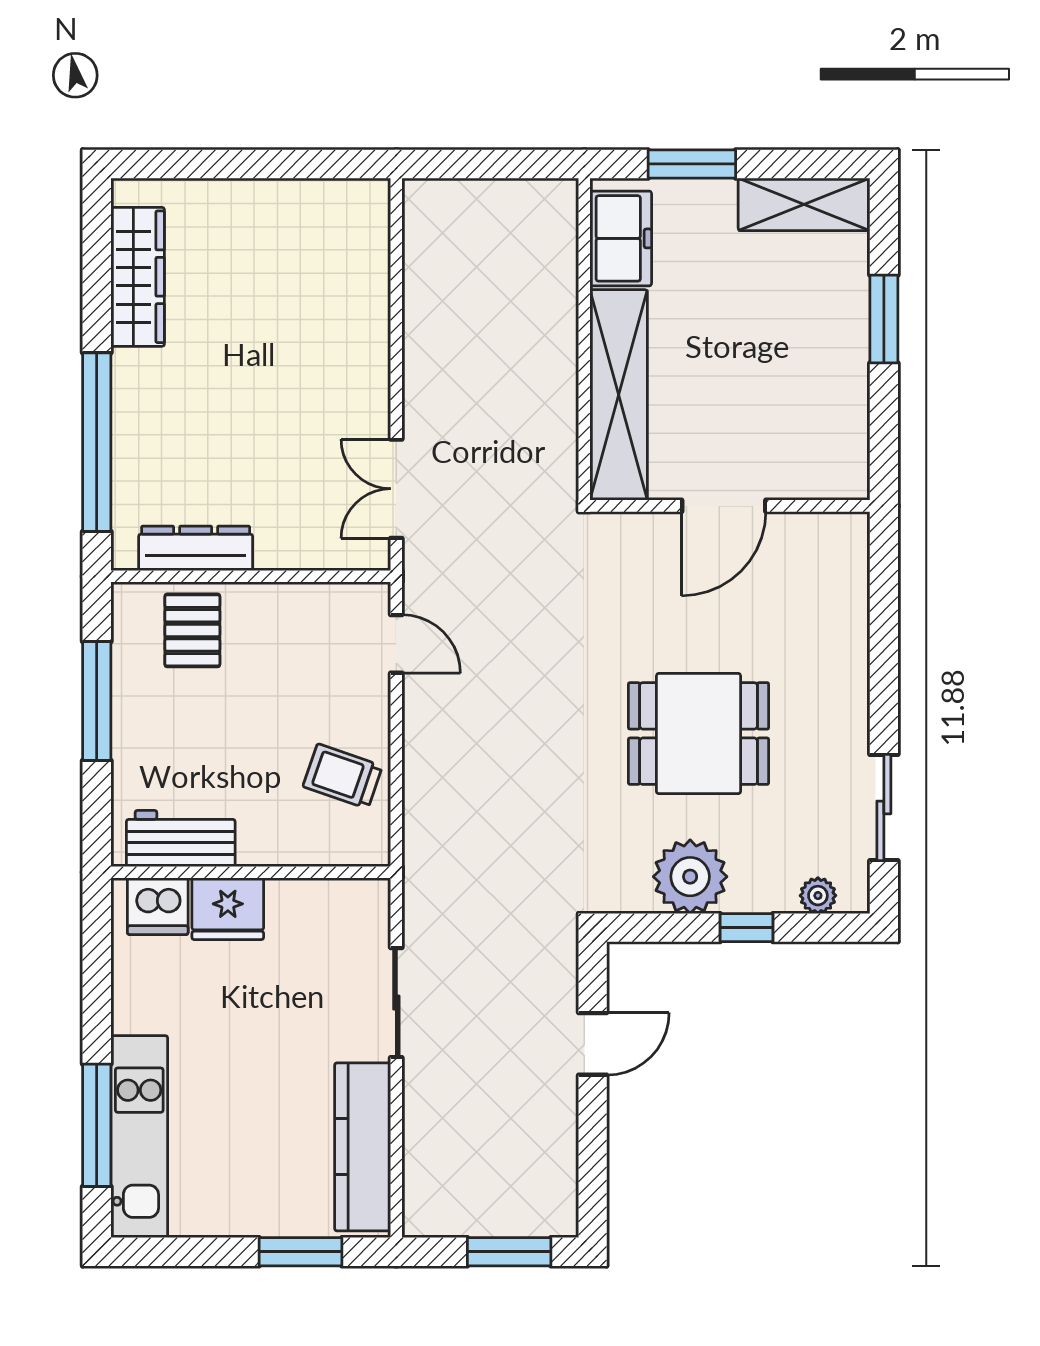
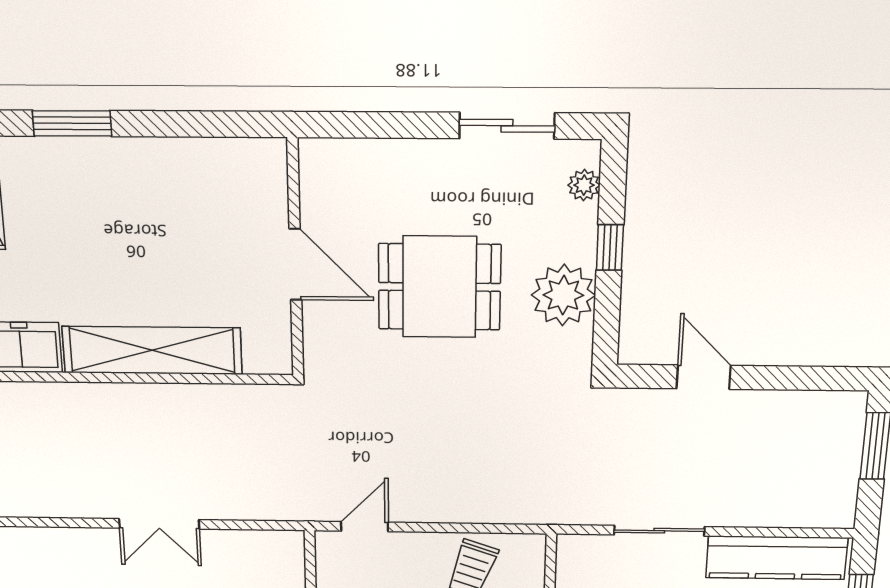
double door: (396, 489) -> (159, 524), moved
door: (724, 506) -> (295, 264), moved
wall: (730, 506) -> (295, 259), moved
dining table: (699, 734) -> (440, 287), turned 90

